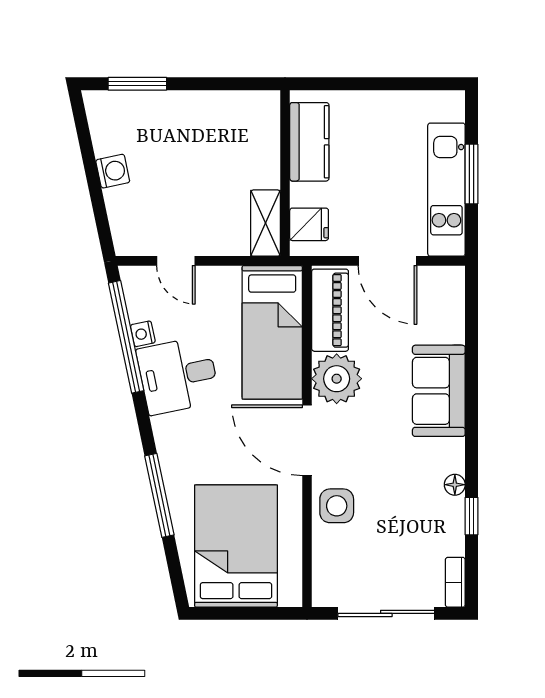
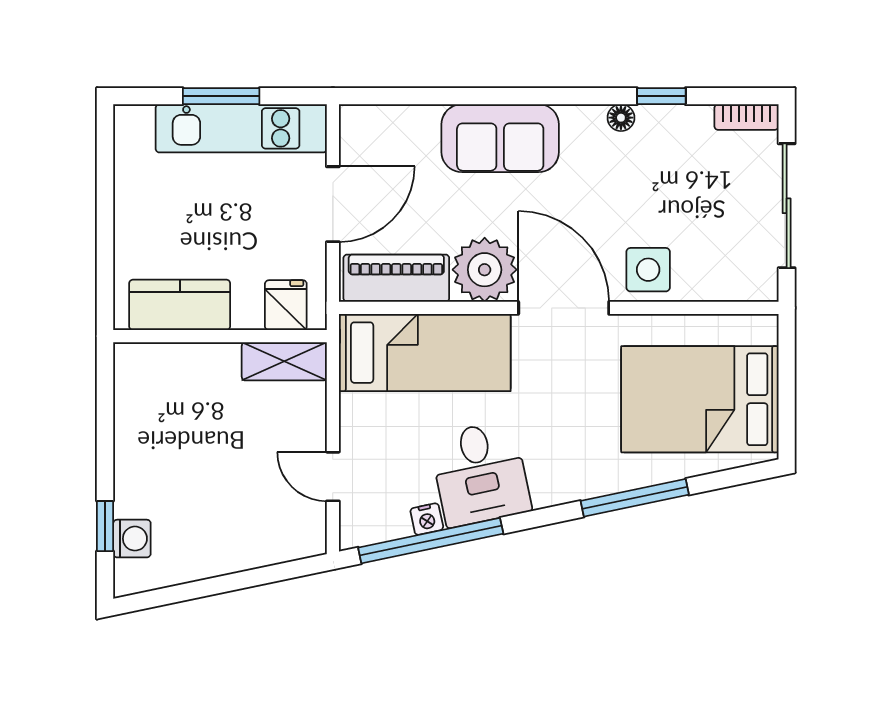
window: (137, 84) -> (105, 526), width x0.67
washing machine: (113, 171) -> (132, 539), moved, turned 102
door: (176, 261) -> (333, 477), swing flipped
door: (307, 440) -> (564, 308), swing flipped

